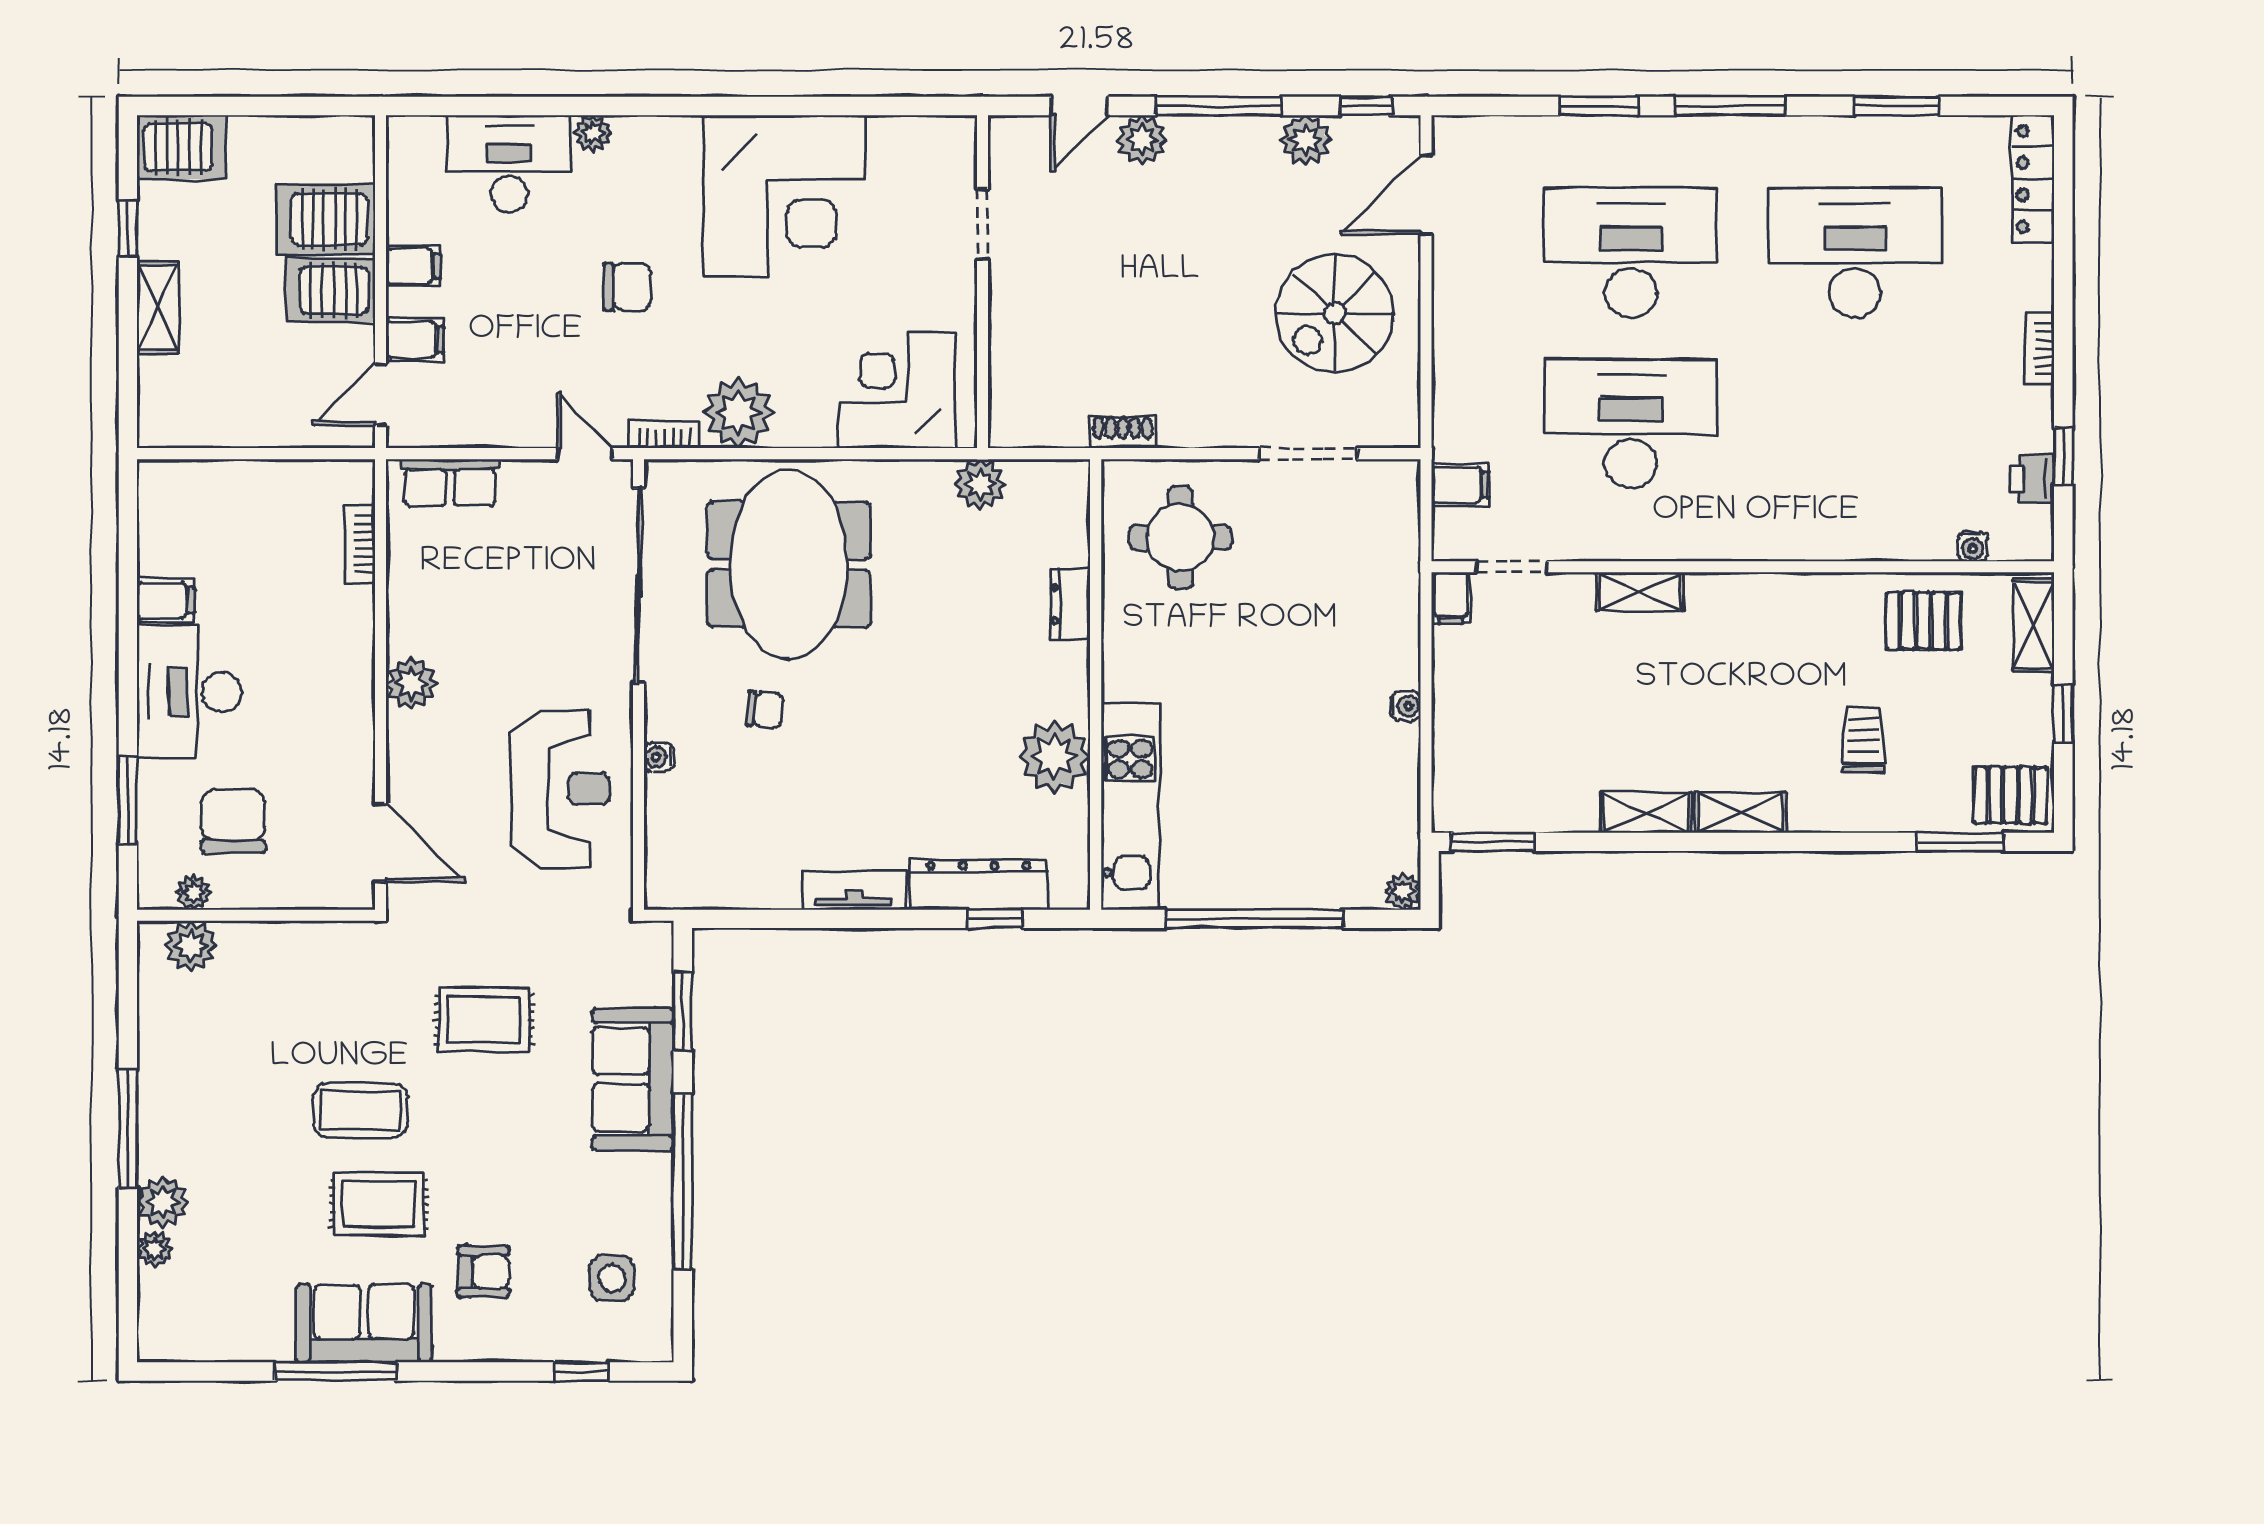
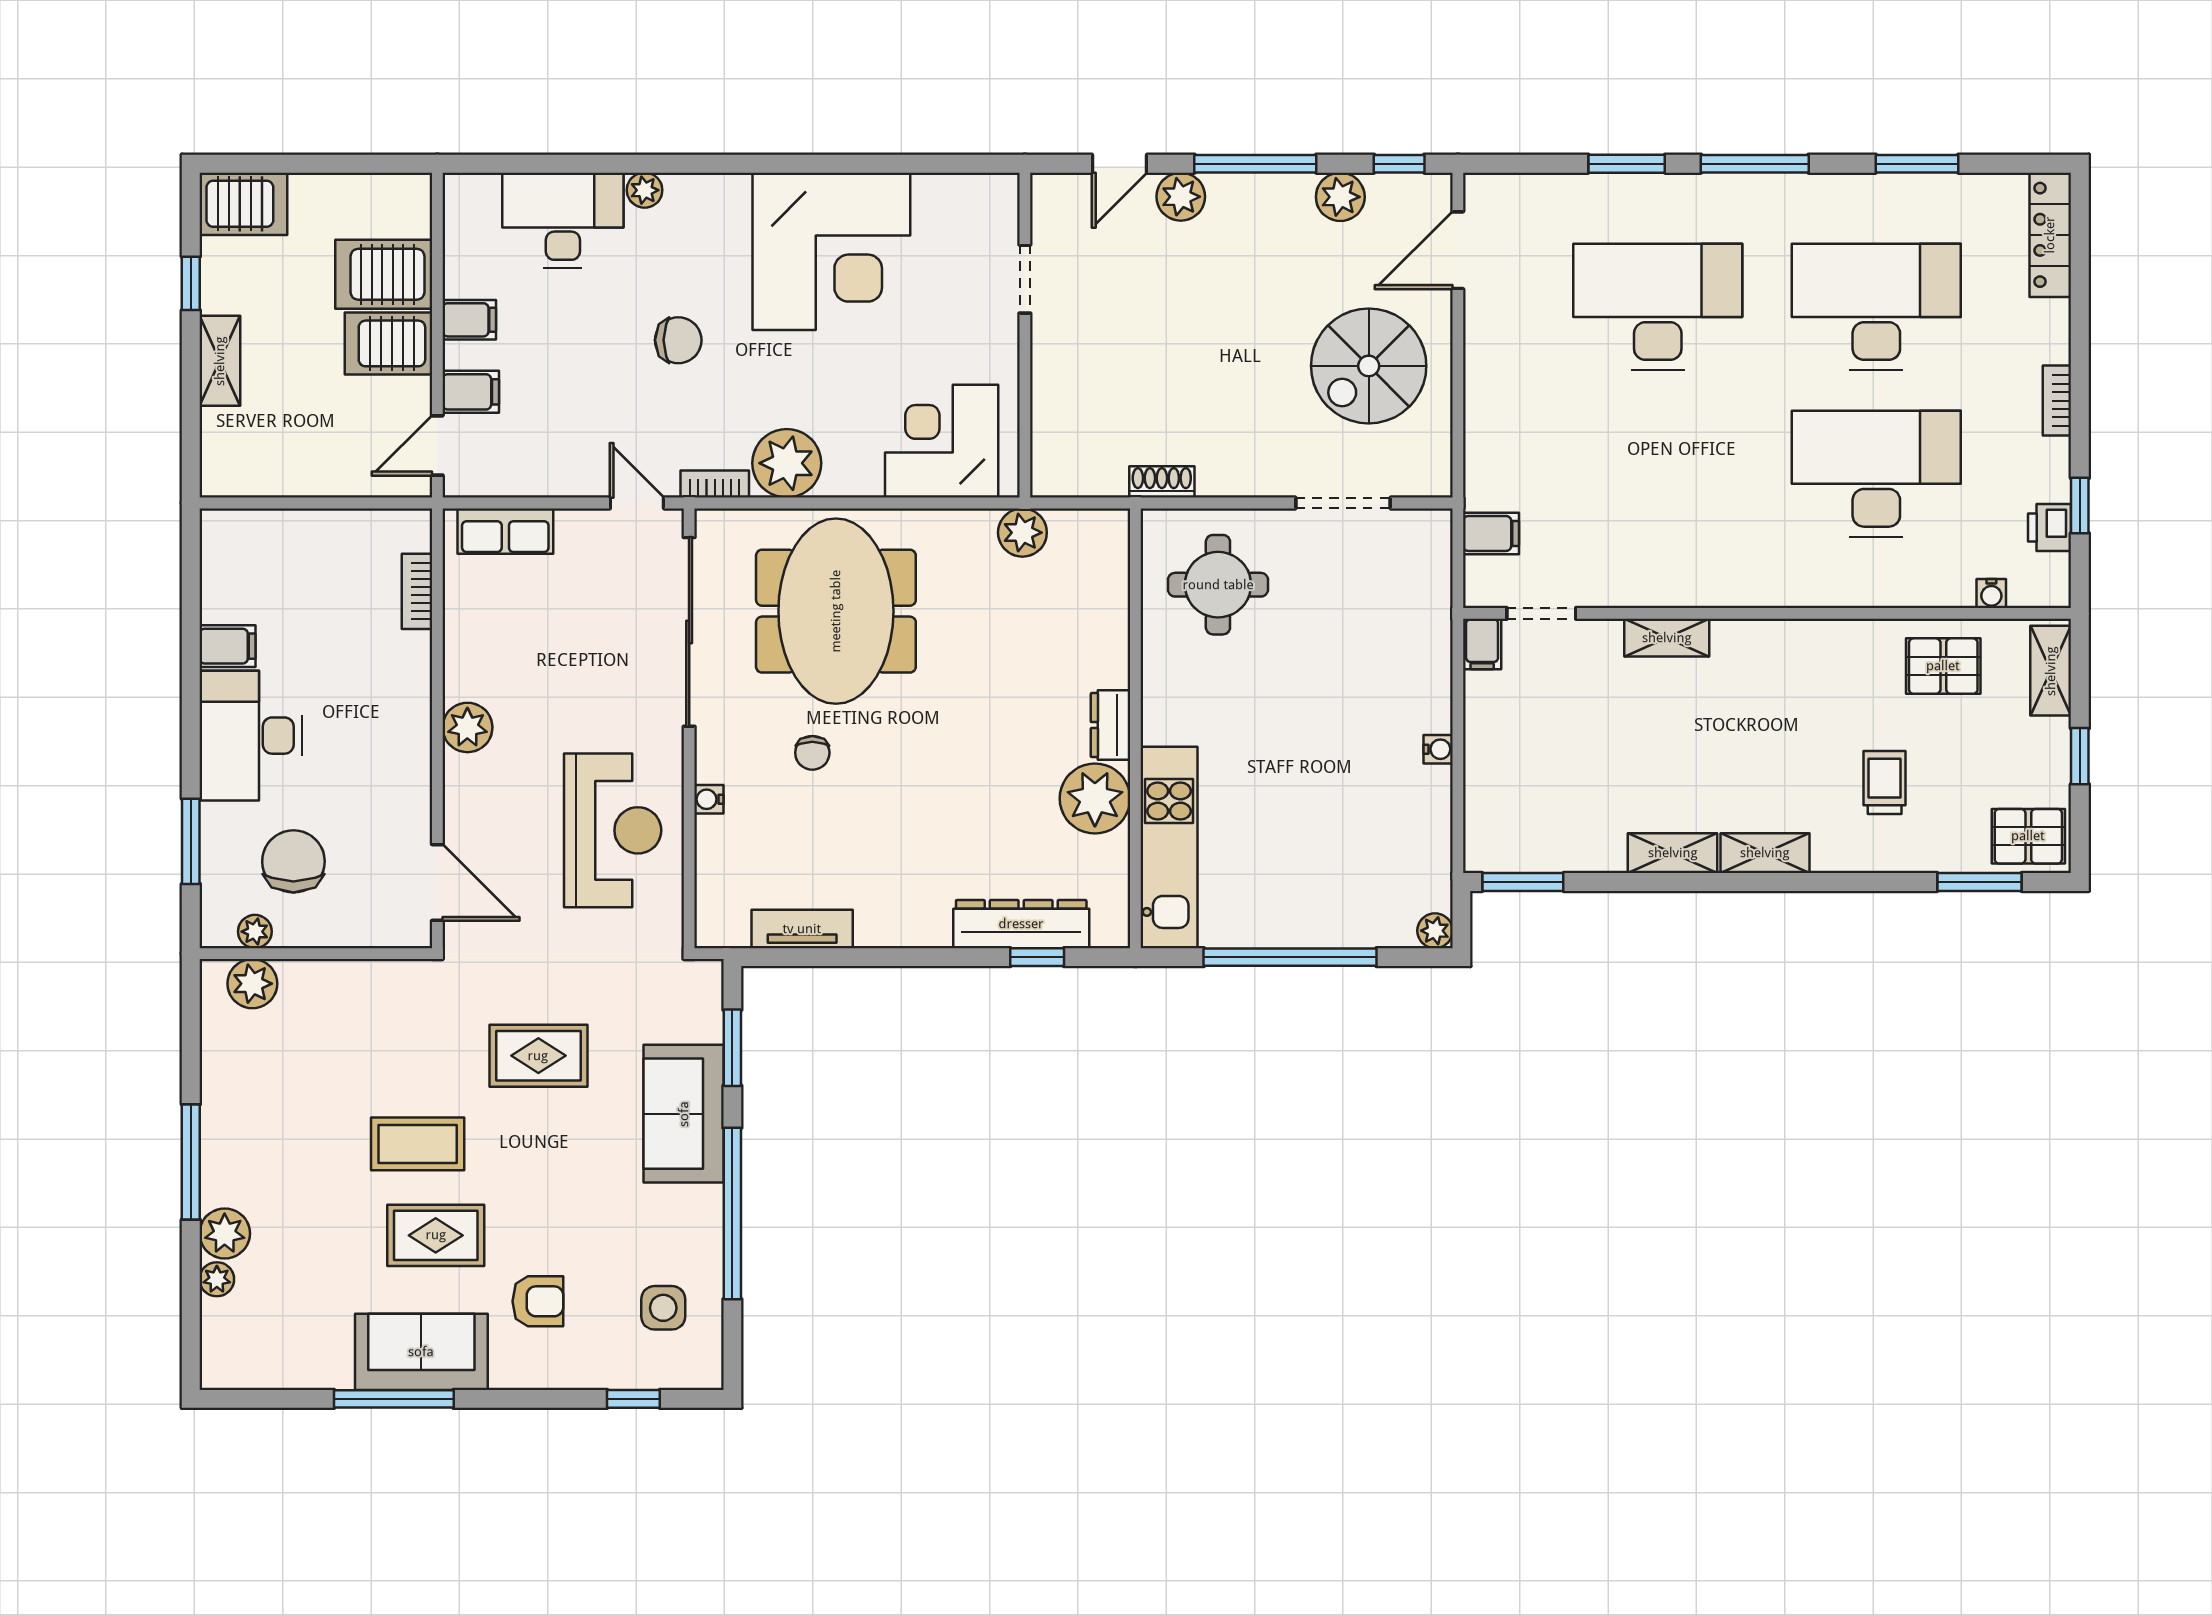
desk: (1631, 424) -> (1876, 474), moved
dresser: (1070, 604) -> (1110, 725), moved
chair: (765, 710) -> (812, 753), turned 85
tv unit: (854, 890) -> (802, 929), moved

